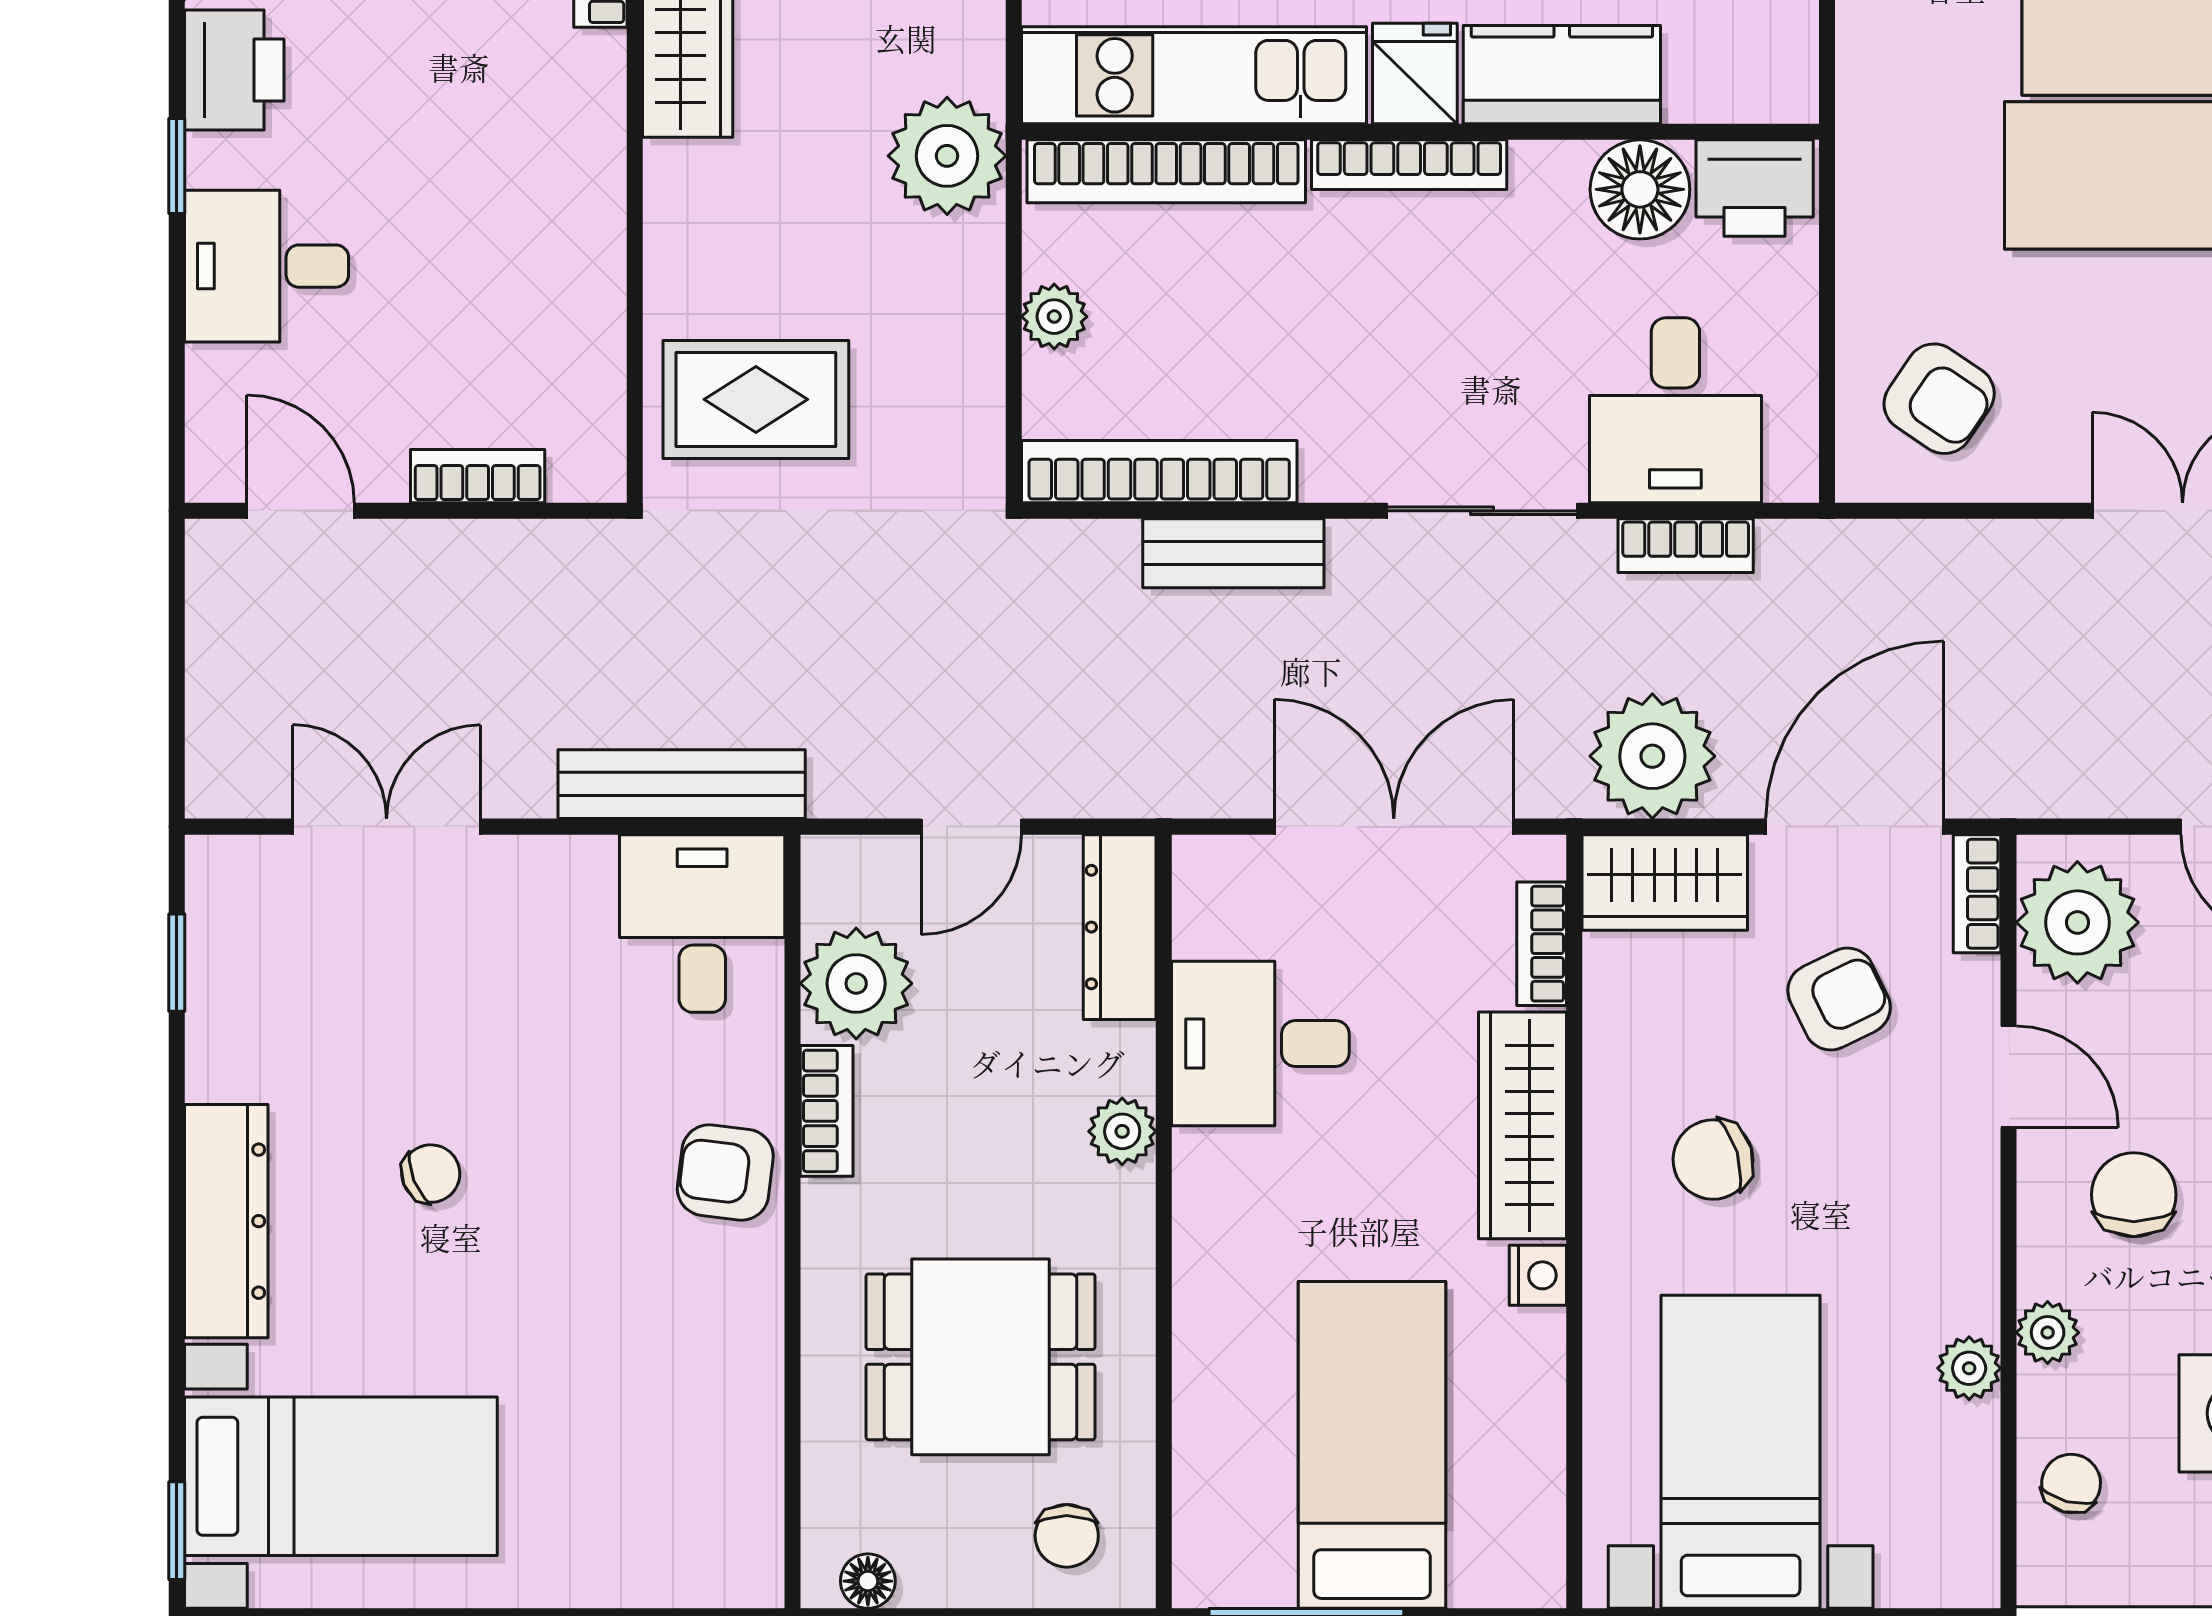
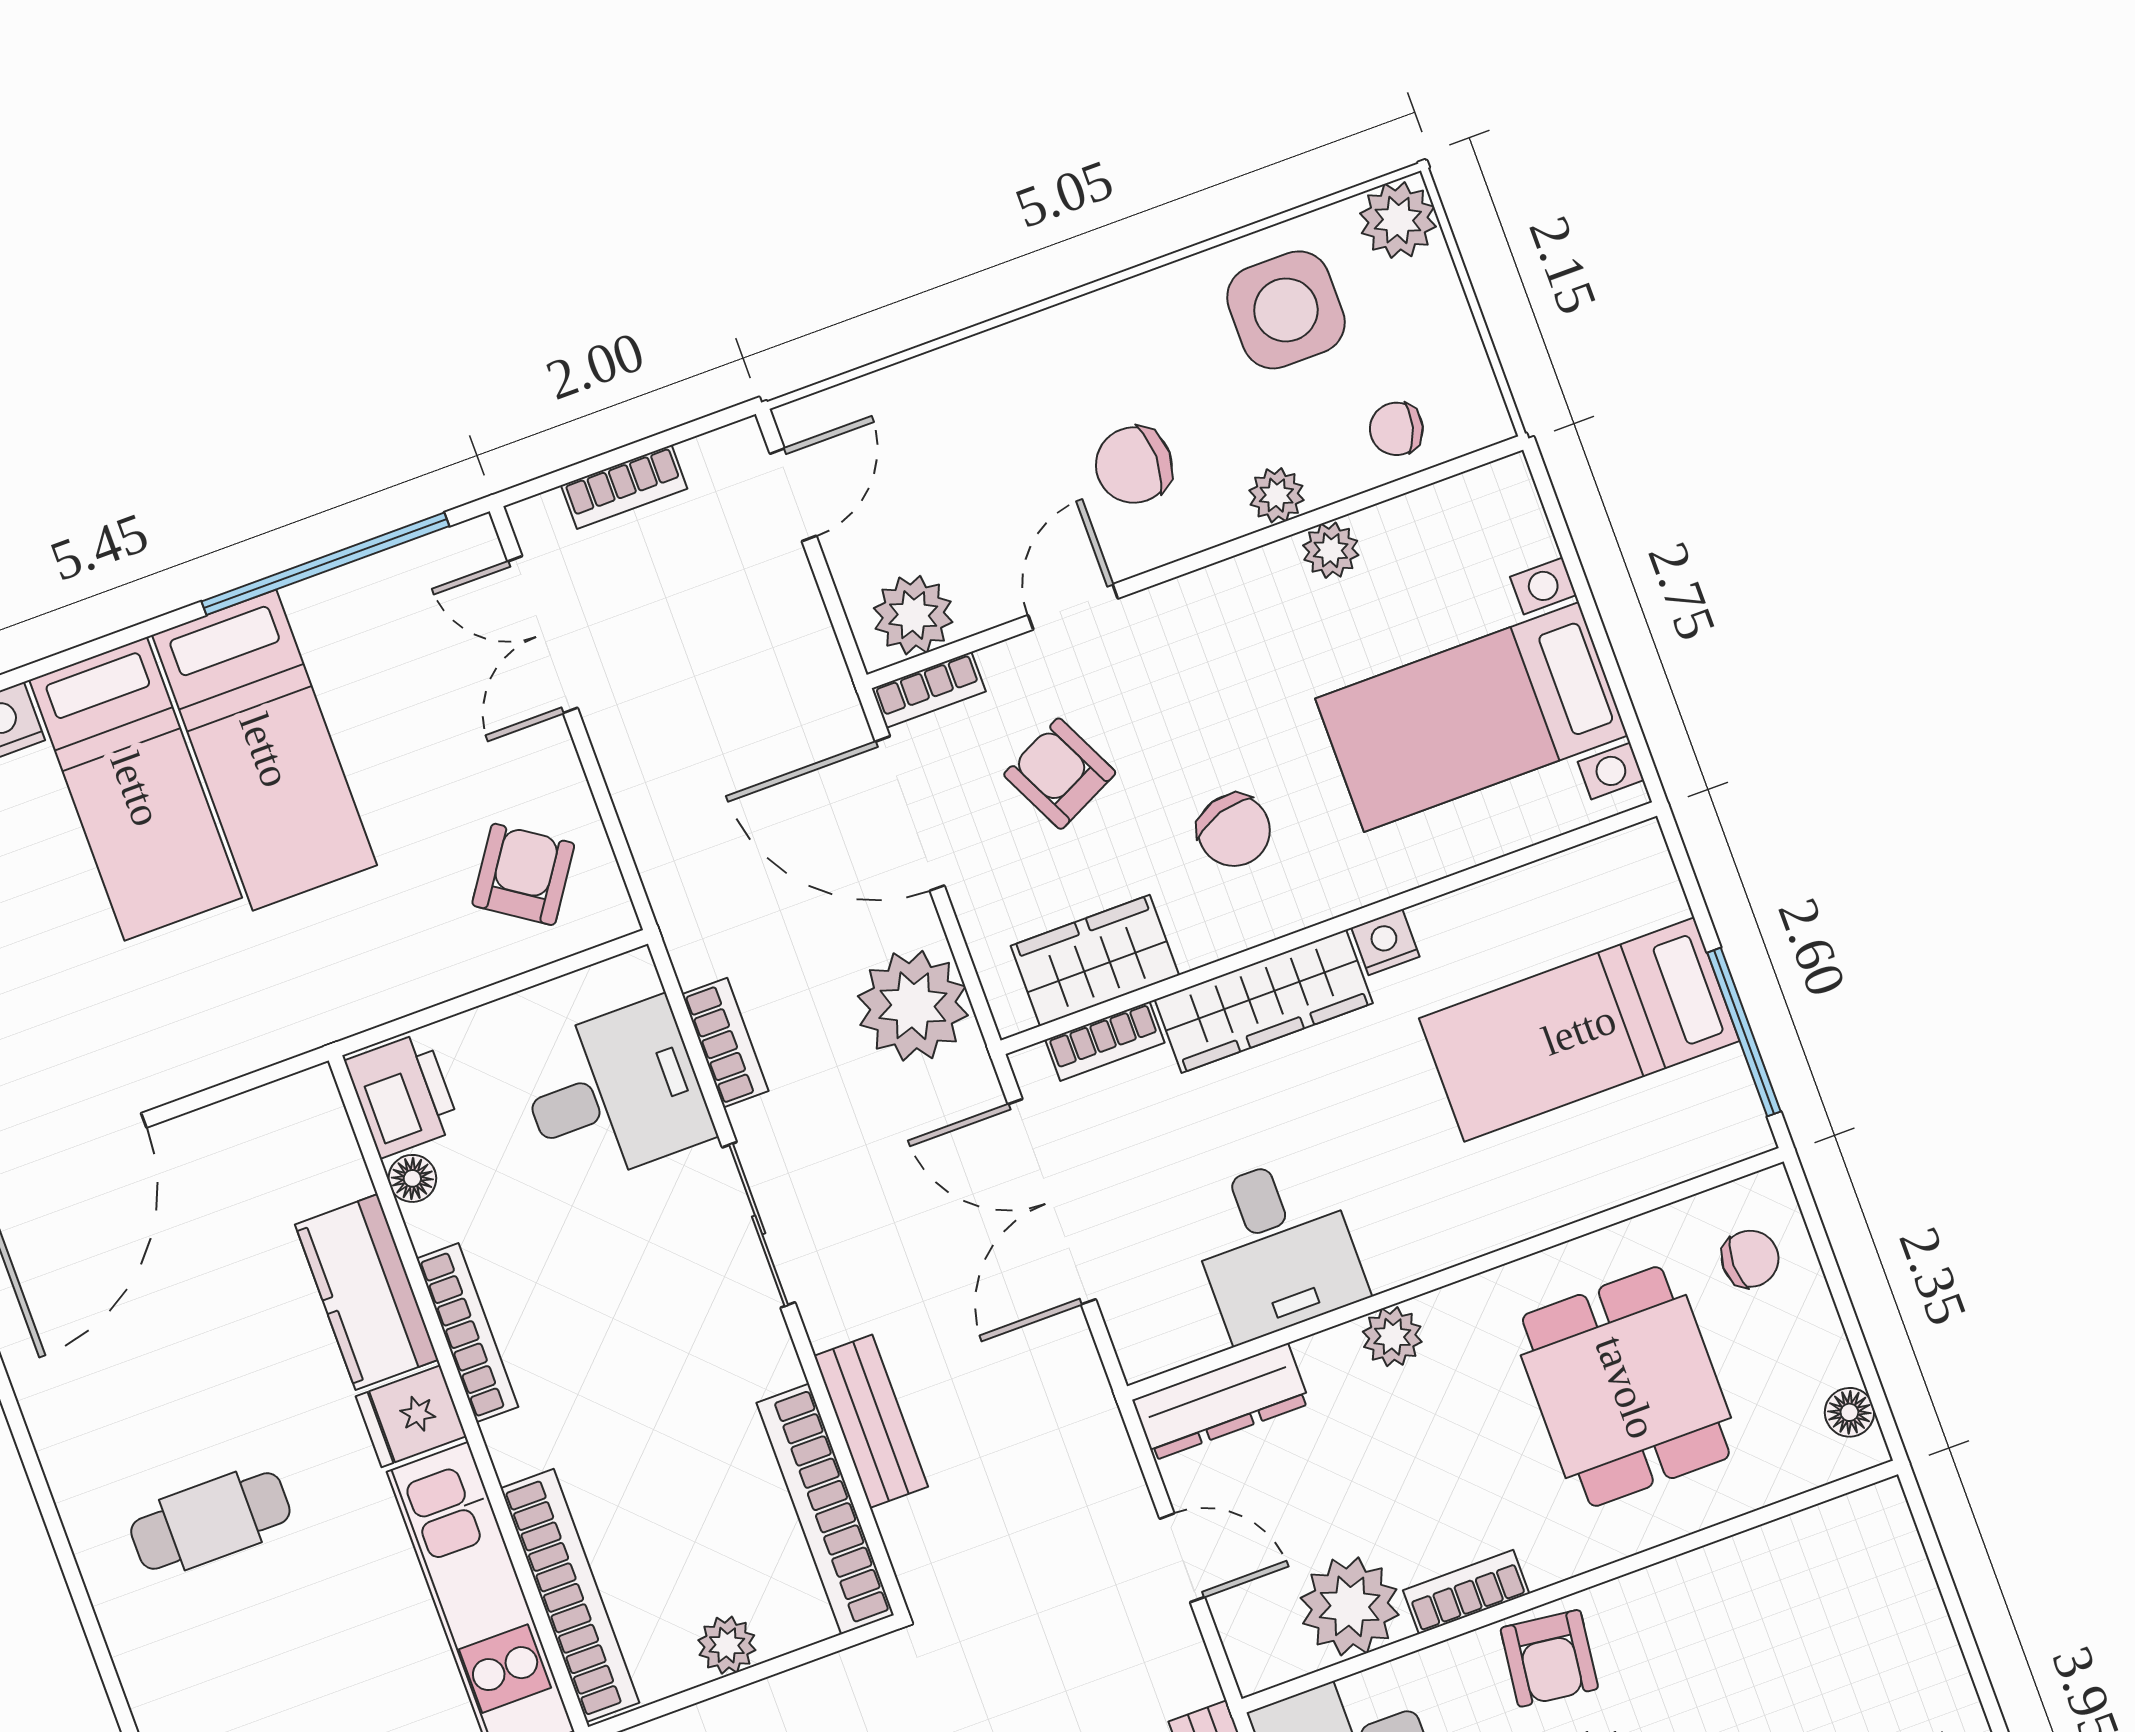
bookcase: (1409, 165) -> (467, 1333), moved
floor lamp: (1640, 189) -> (412, 1178), width x0.53, depth x0.53
wardrobe: (1665, 882) -> (1095, 960), moved, turned -90
plant: (2077, 922) -> (913, 615), width x0.73, depth x0.73

